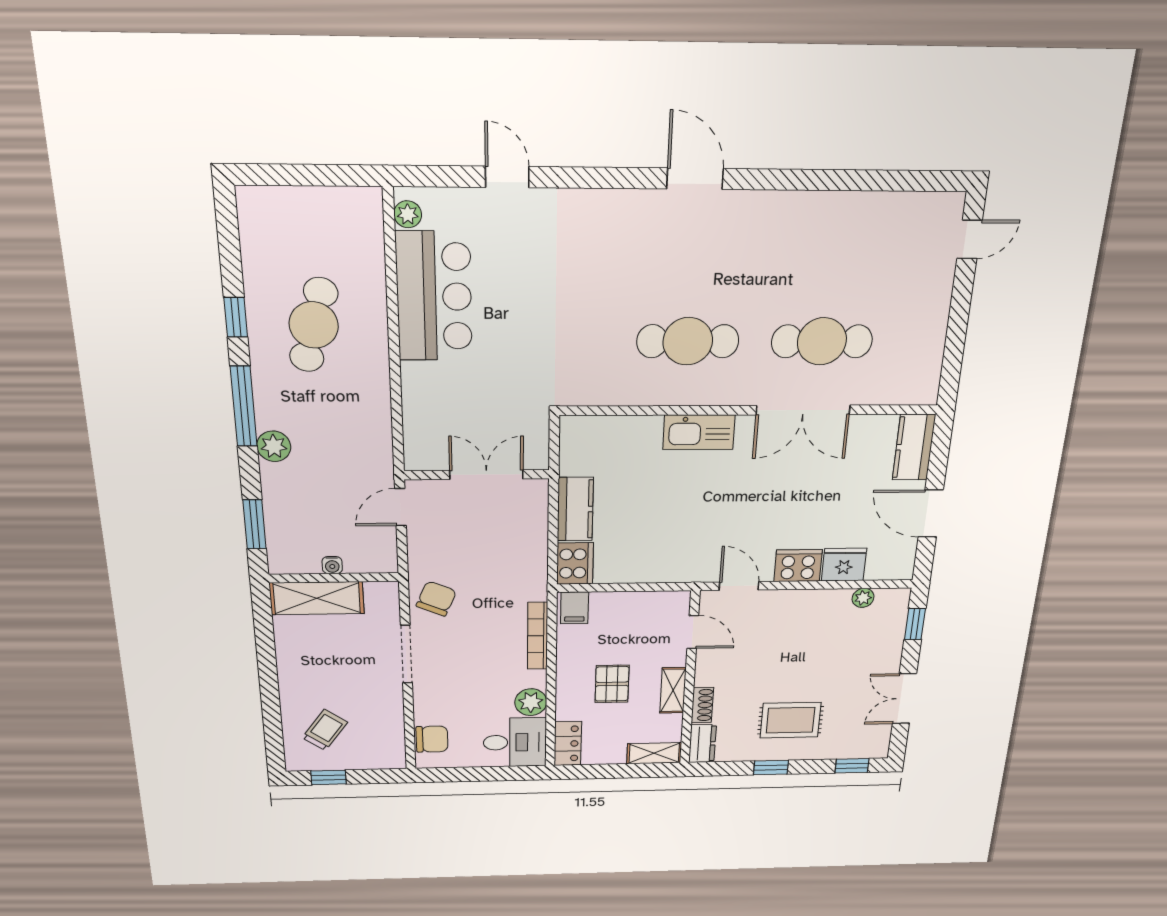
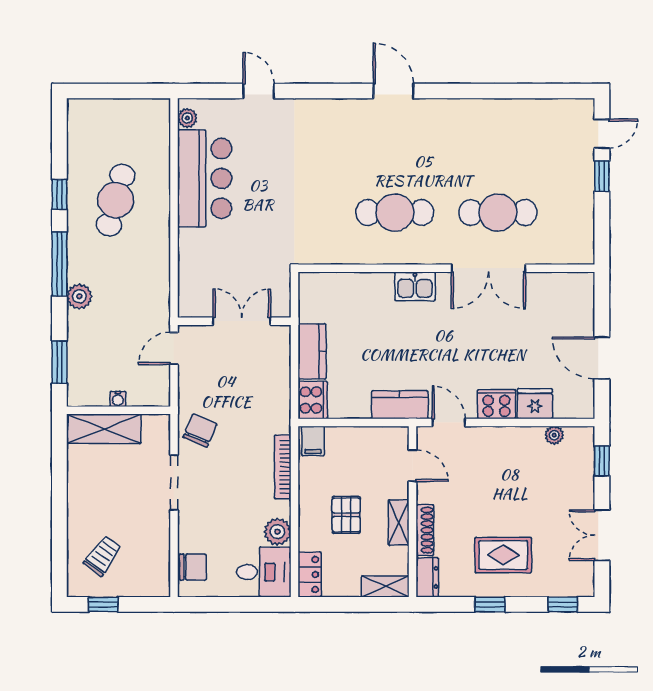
window: (962, 295) -> (602, 176), added
kitchen sink: (699, 432) -> (415, 286), width x0.73
kitchen counter: (914, 447) -> (400, 405), moved, turned 90
shoe rack: (702, 705) -> (425, 530), width x1.43

